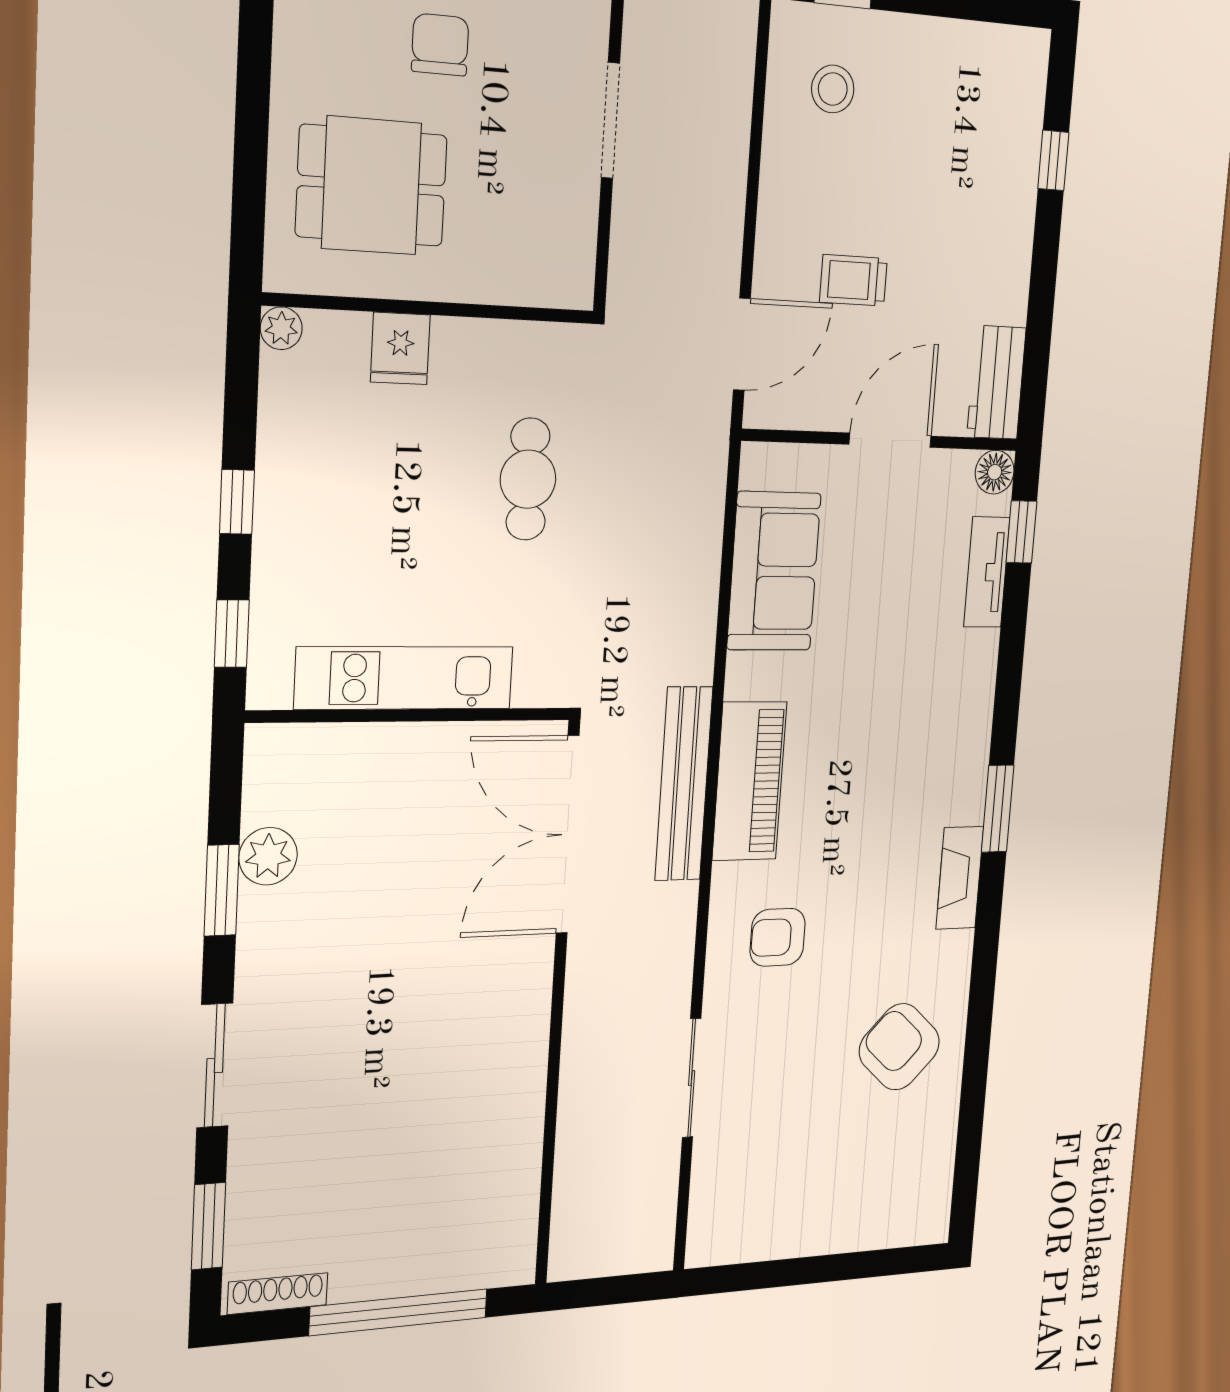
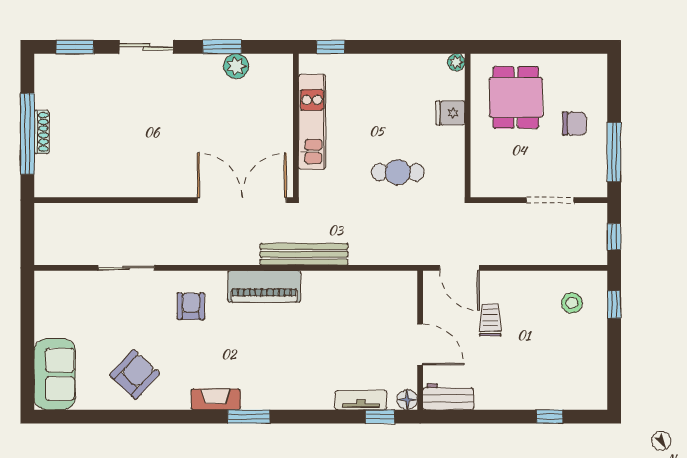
window: (237, 502) -> (385, 47), removed
sofa: (774, 571) -> (55, 374), moved, turned -90
bench: (684, 784) -> (304, 254), moved
shoe rack: (278, 1294) -> (42, 132), moved

